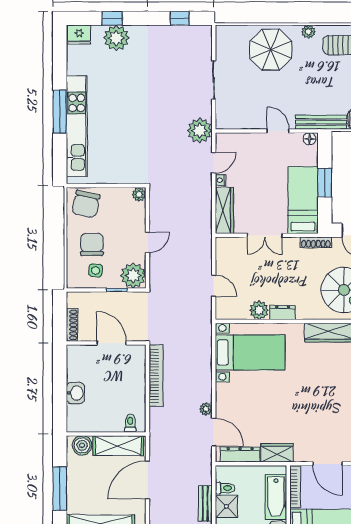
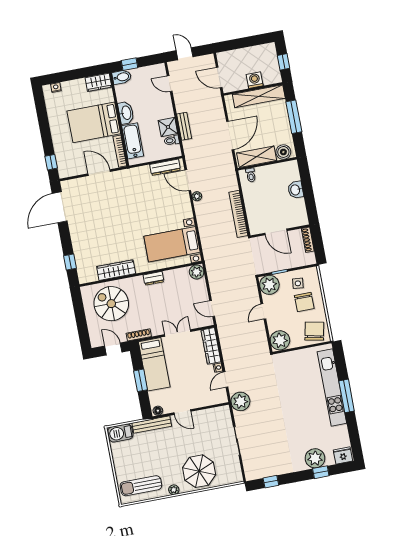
plant: (139, 194) -> (280, 340), width x1.87, depth x1.87
door: (214, 286) -> (212, 309), moved
plant: (259, 310) -> (197, 272), moved
wardrobe: (277, 453) -> (138, 174), removed

